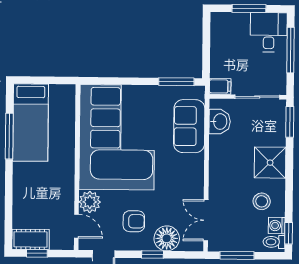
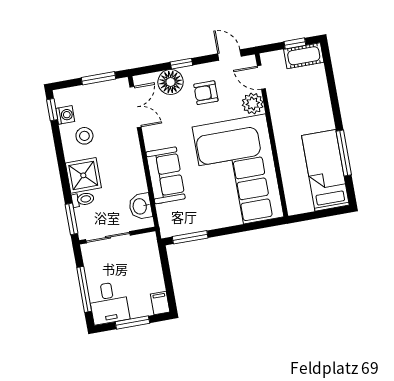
filing cabinet: (220, 86) -> (160, 303), moved, turned 90
sofa: (189, 126) -> (166, 175), moved
toilet: (274, 242) -> (83, 199), moved

